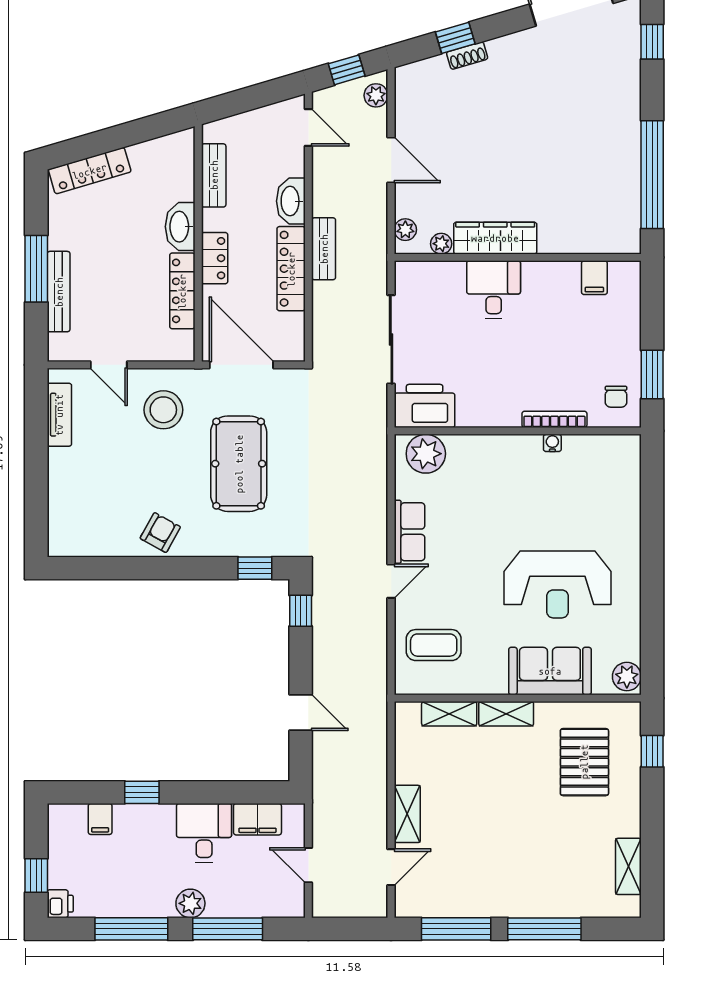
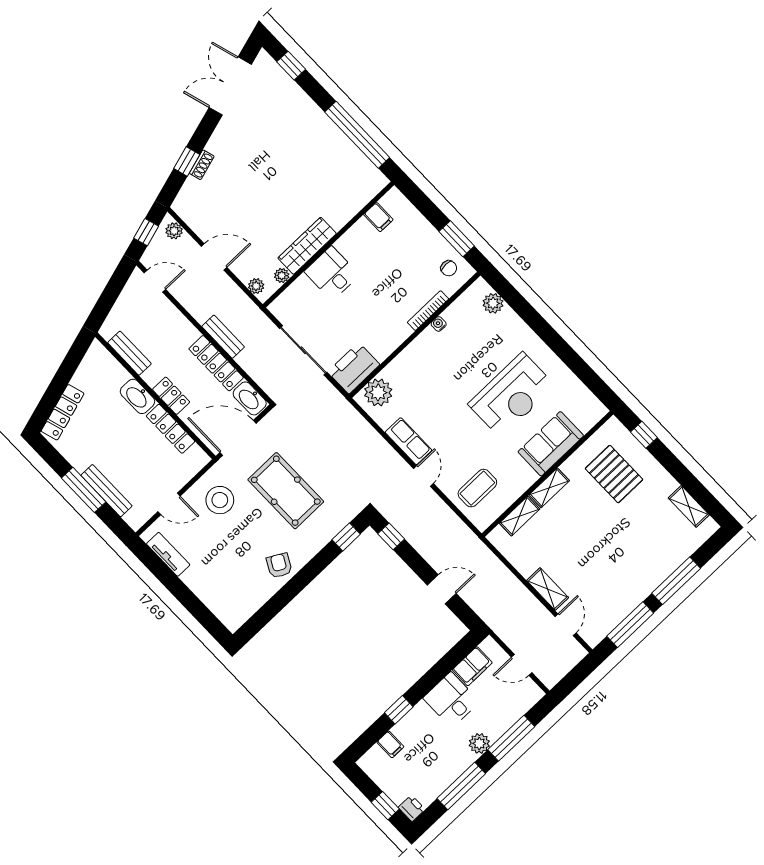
washbasin: (291, 201) -> (250, 398), moved
plant: (627, 677) -> (493, 303), moved

